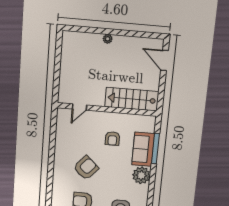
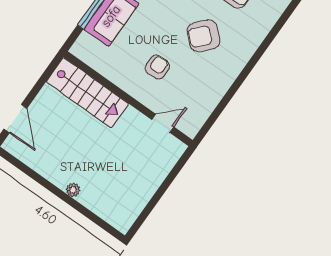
armchair: (112, 139) -> (157, 67), moved

